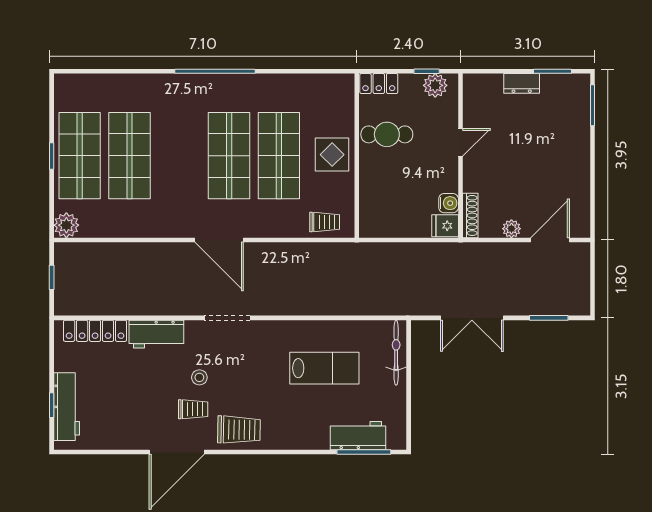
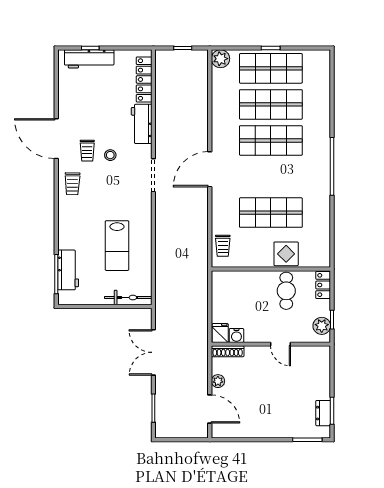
dresser: (522, 83) -> (323, 413), moved
display table: (332, 155) -> (286, 254), moved
shop shelf: (229, 156) -> (271, 140), moved
trolley: (239, 430) -> (72, 184), width x0.73, depth x0.72

